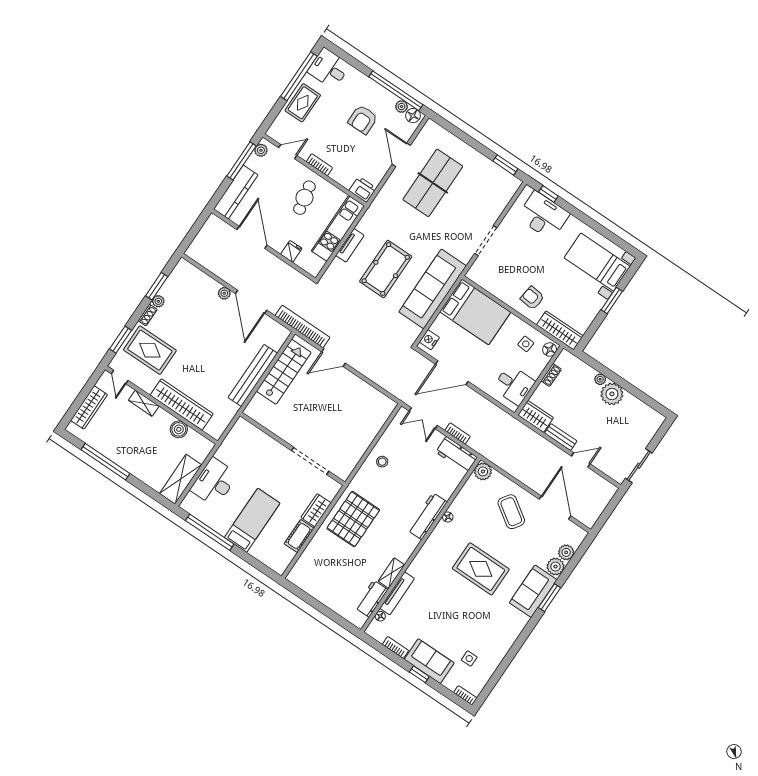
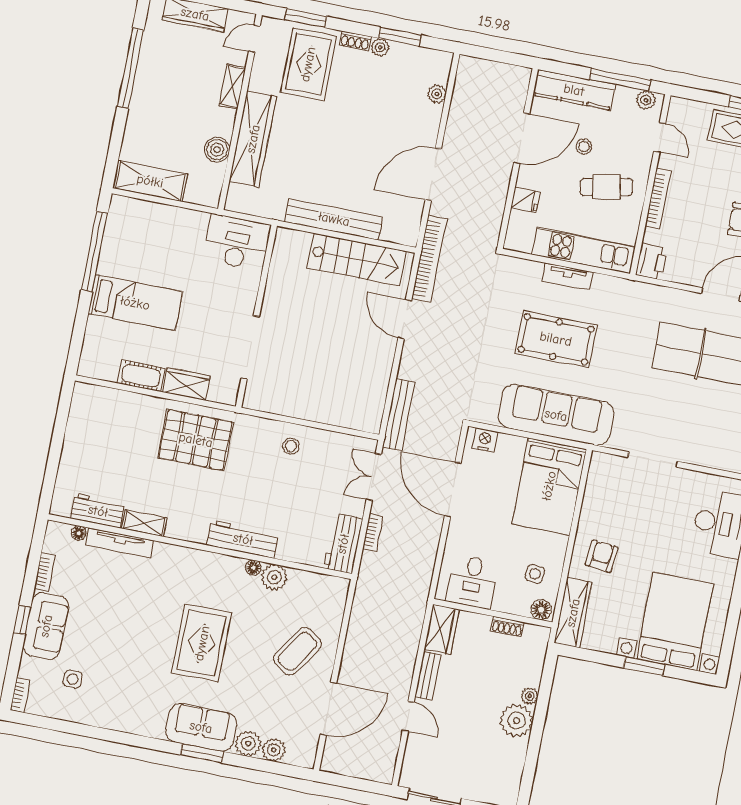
bookcase: (319, 165) -> (658, 199), width x1.56
stool: (273, 201) -> (584, 146), added
bed with nightstands: (597, 262) -> (675, 621), width x1.36
plant: (224, 293) -> (437, 94), moved
bench: (391, 386) -> (399, 415), added
plant: (483, 471) -> (274, 577), moved
desk: (214, 482) -> (237, 242), moved

